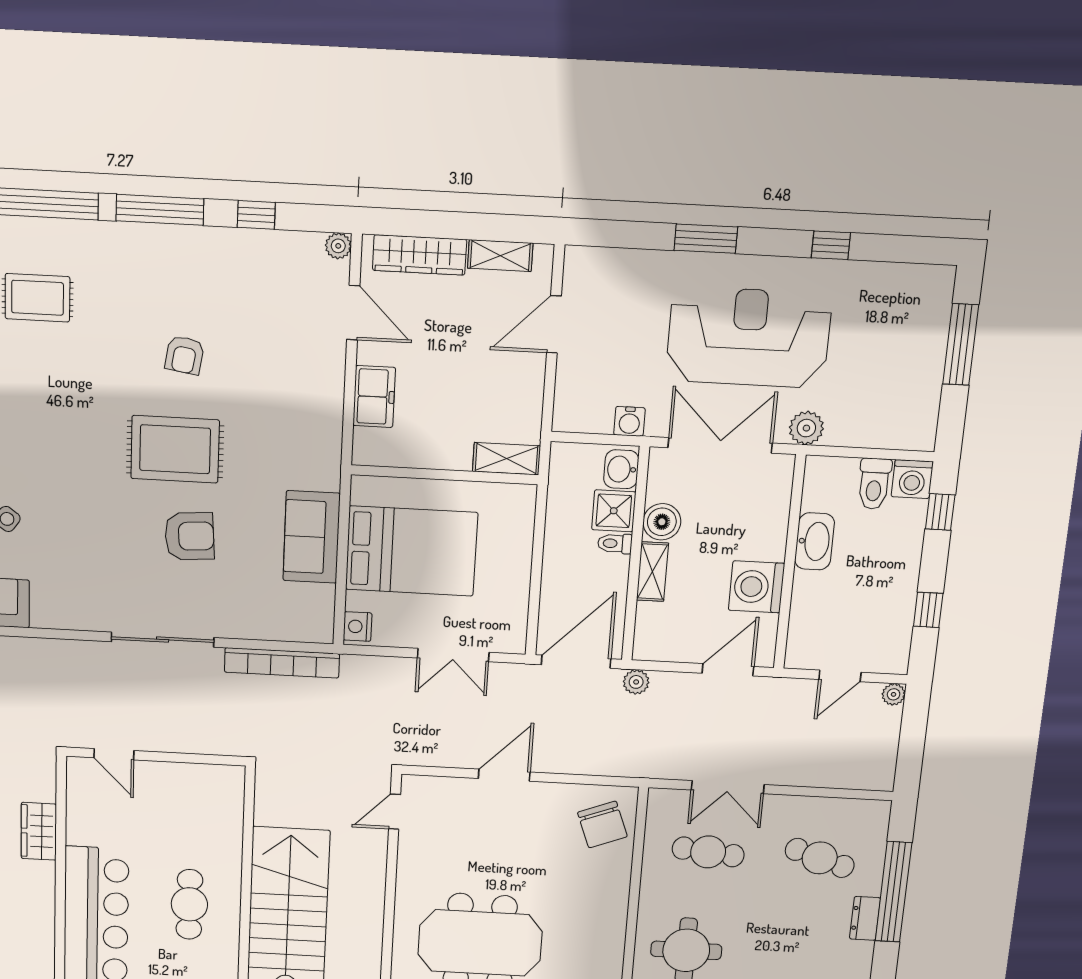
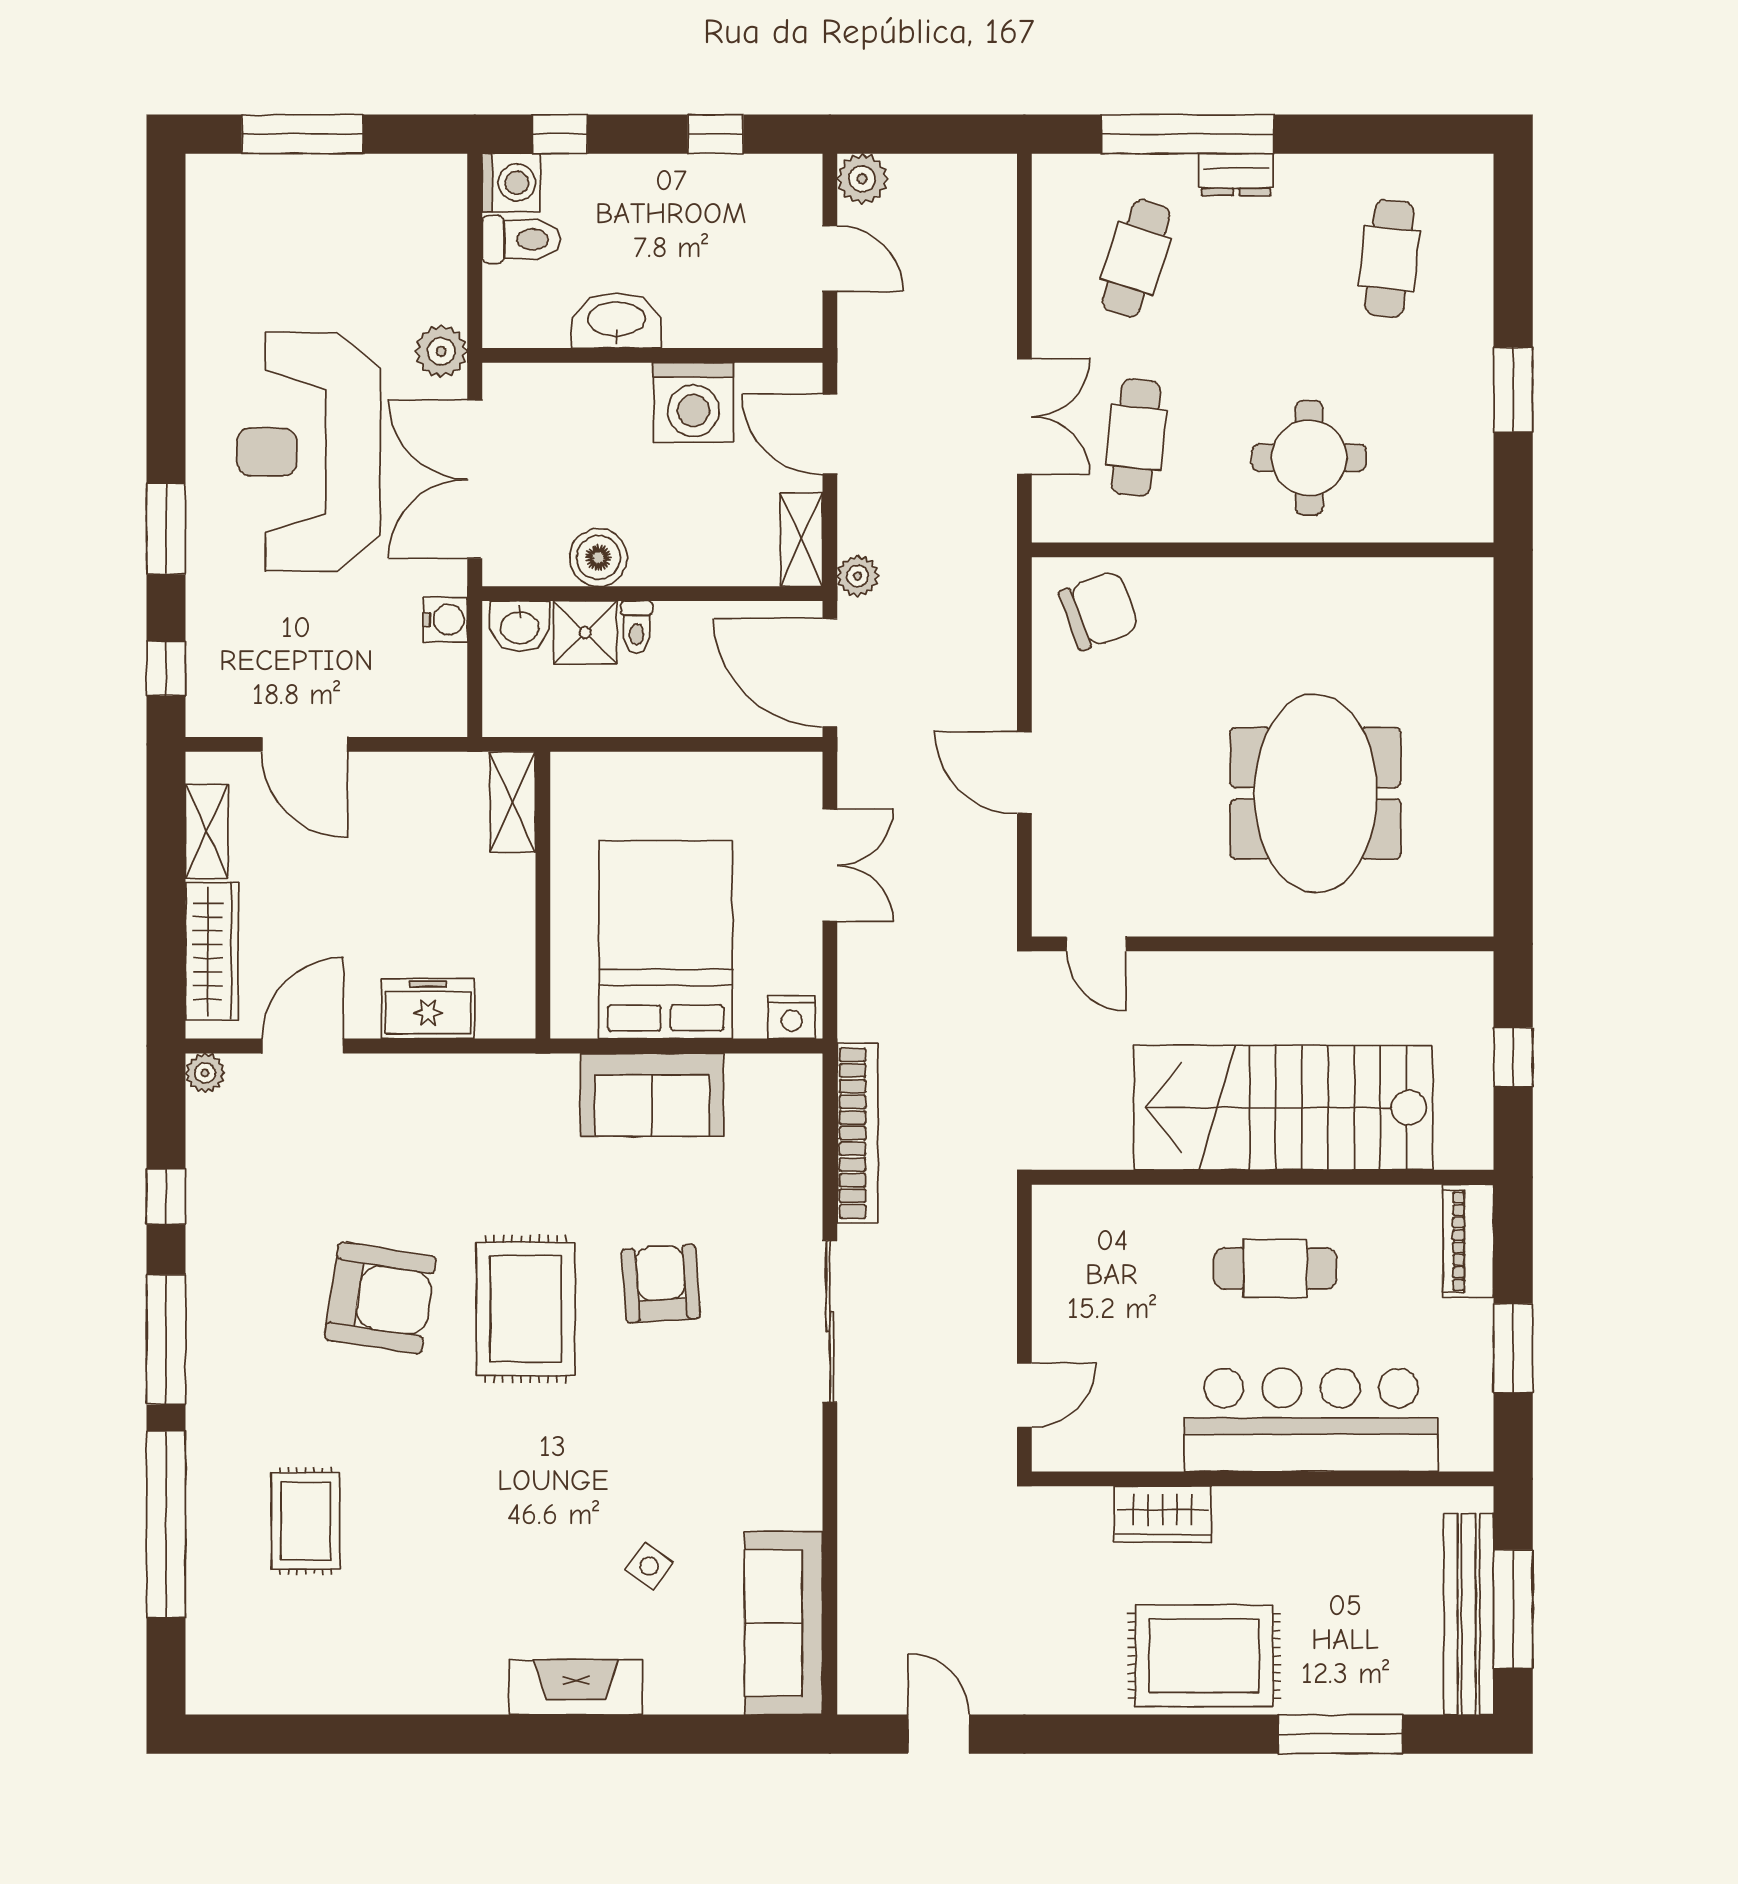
window: (831, 245) -> (166, 669), moved
armchair: (184, 355) -> (380, 1298), width x1.88, depth x1.88
shelving: (652, 572) -> (801, 540), moved, turned 90
plant: (894, 694) -> (862, 179), width x1.38, depth x1.38

